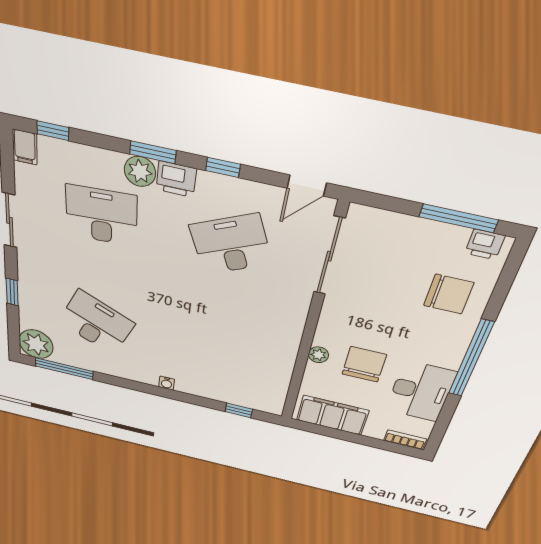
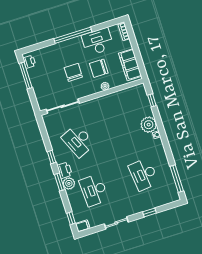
door: (307, 186) -> (42, 128), removed
chair: (449, 294) -> (73, 72), moved
desk: (96, 323) -> (144, 174), turned -30
plant: (36, 344) -> (149, 125), moved

